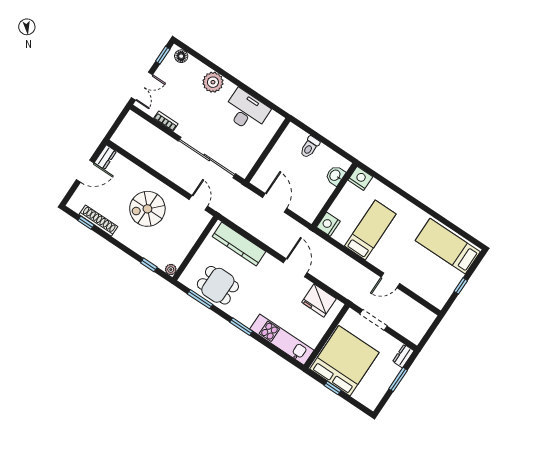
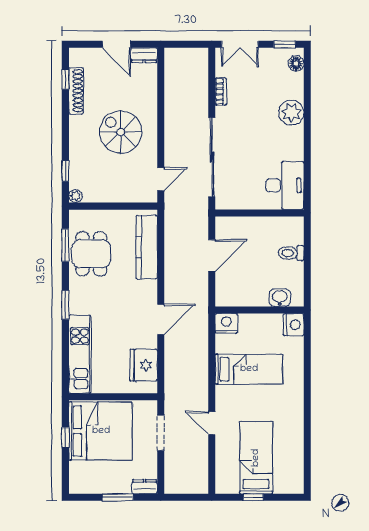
desk: (246, 111) -> (285, 185), moved
bed: (448, 246) -> (256, 458), moved

